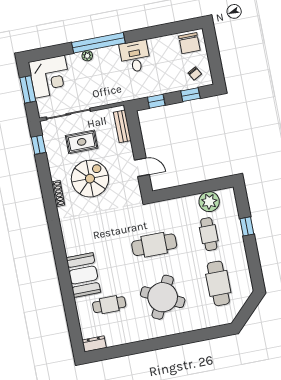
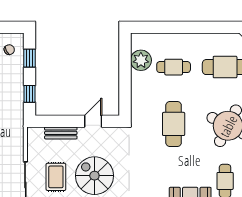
bench: (122, 126) -> (61, 133), moved
window: (247, 226) -> (173, 27), removed

